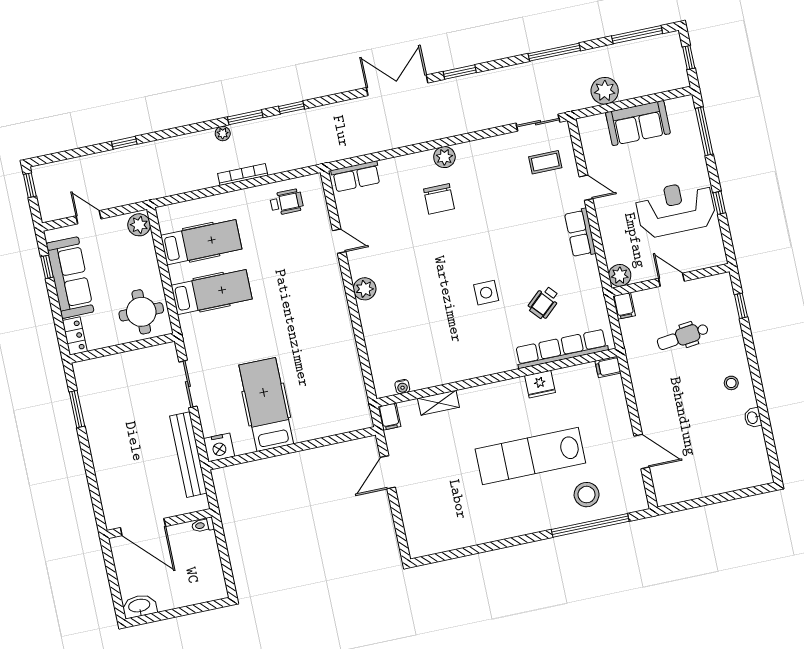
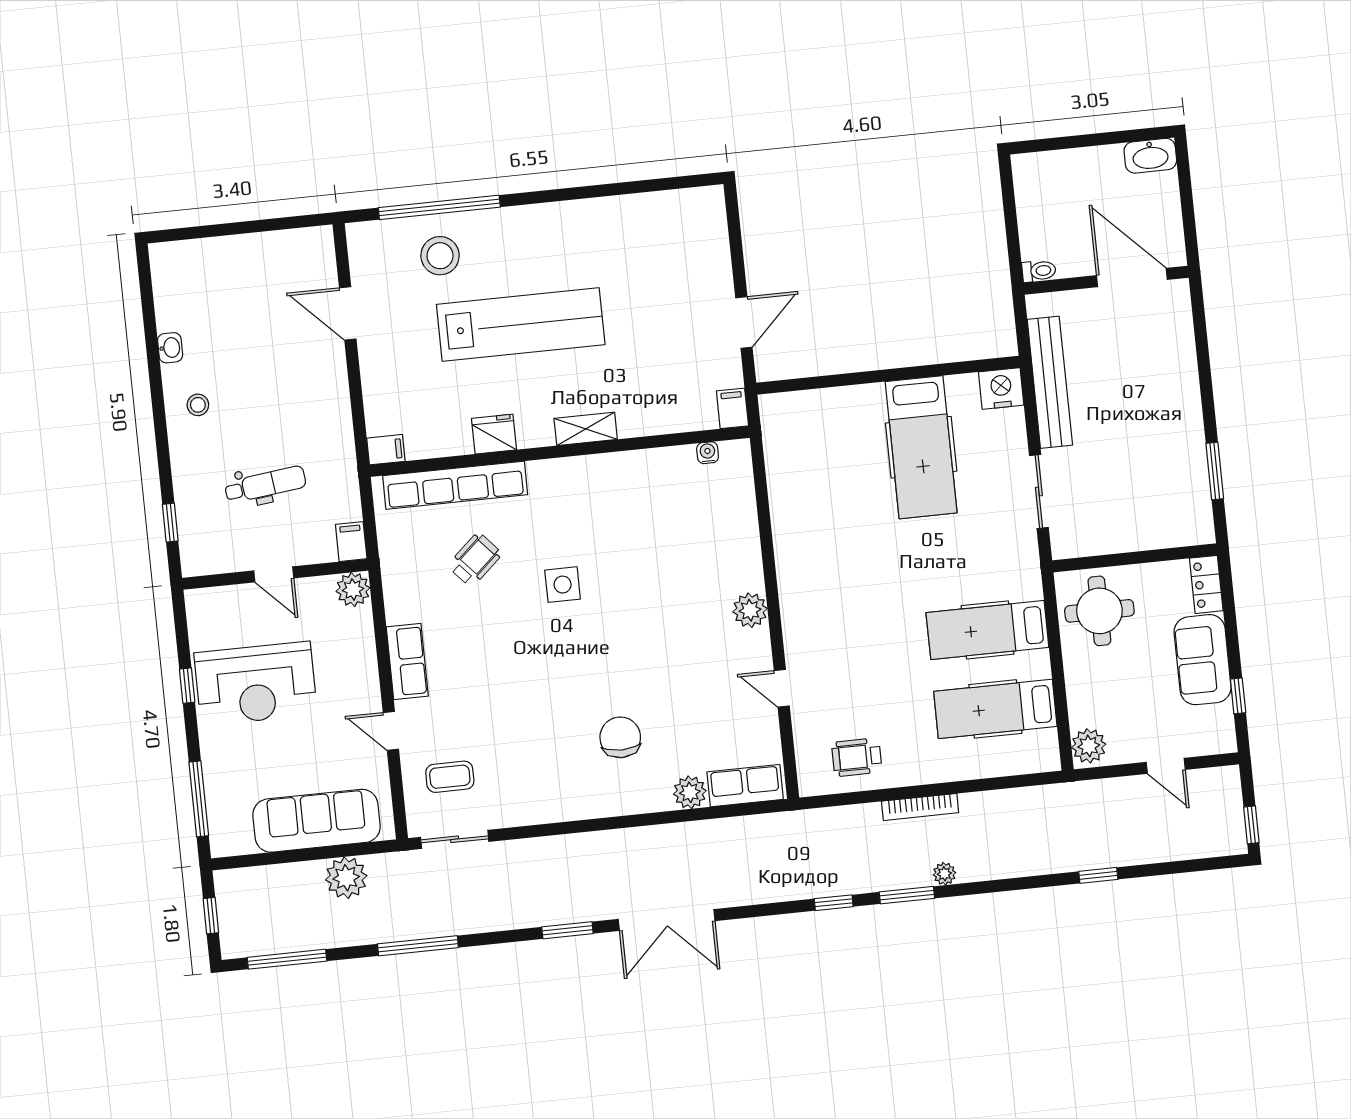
sofa: (638, 123) -> (317, 821), width x1.36
plant: (444, 157) -> (690, 792), moved
sofa: (70, 278) -> (1203, 660), width x0.73
shelving: (438, 403) -> (586, 429), moved

